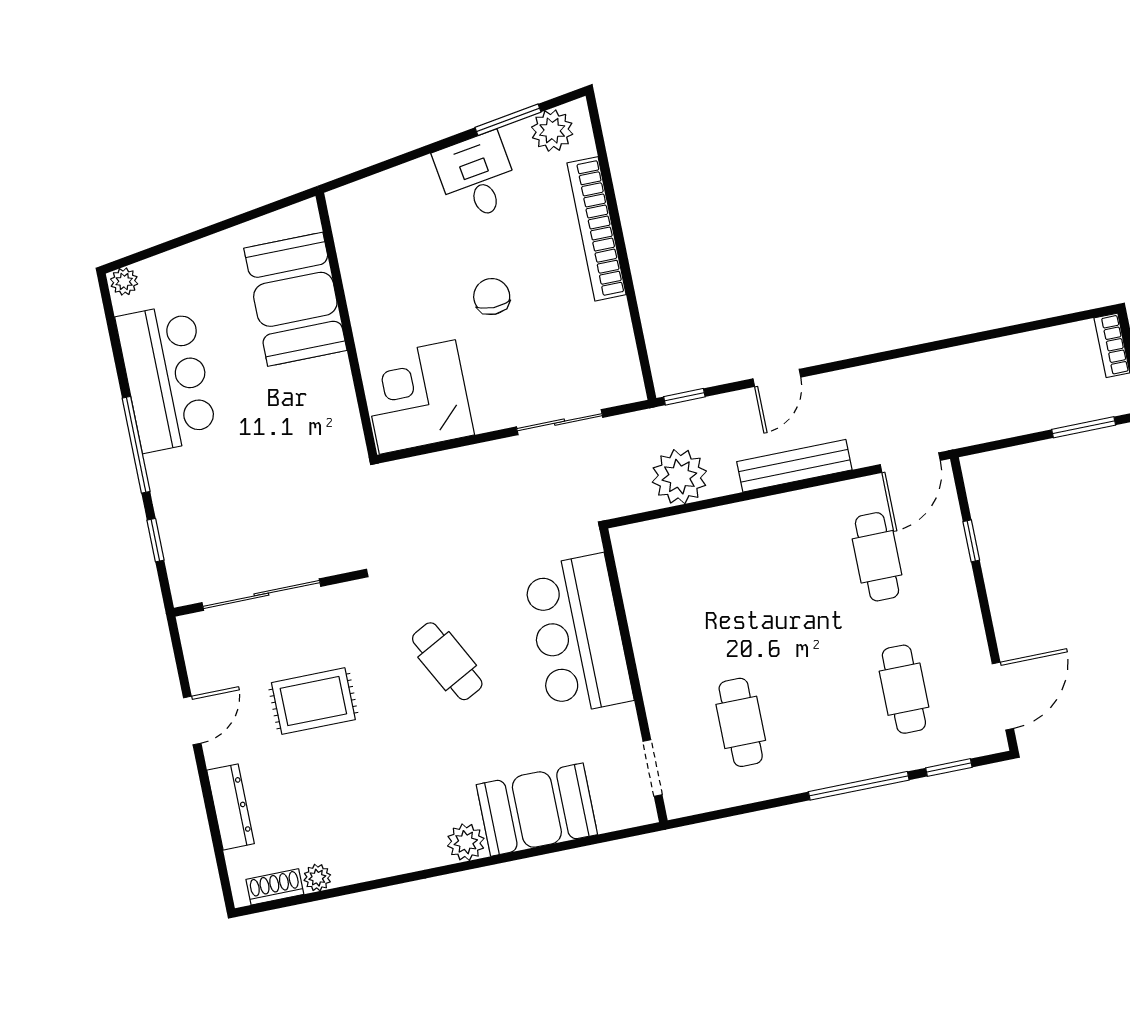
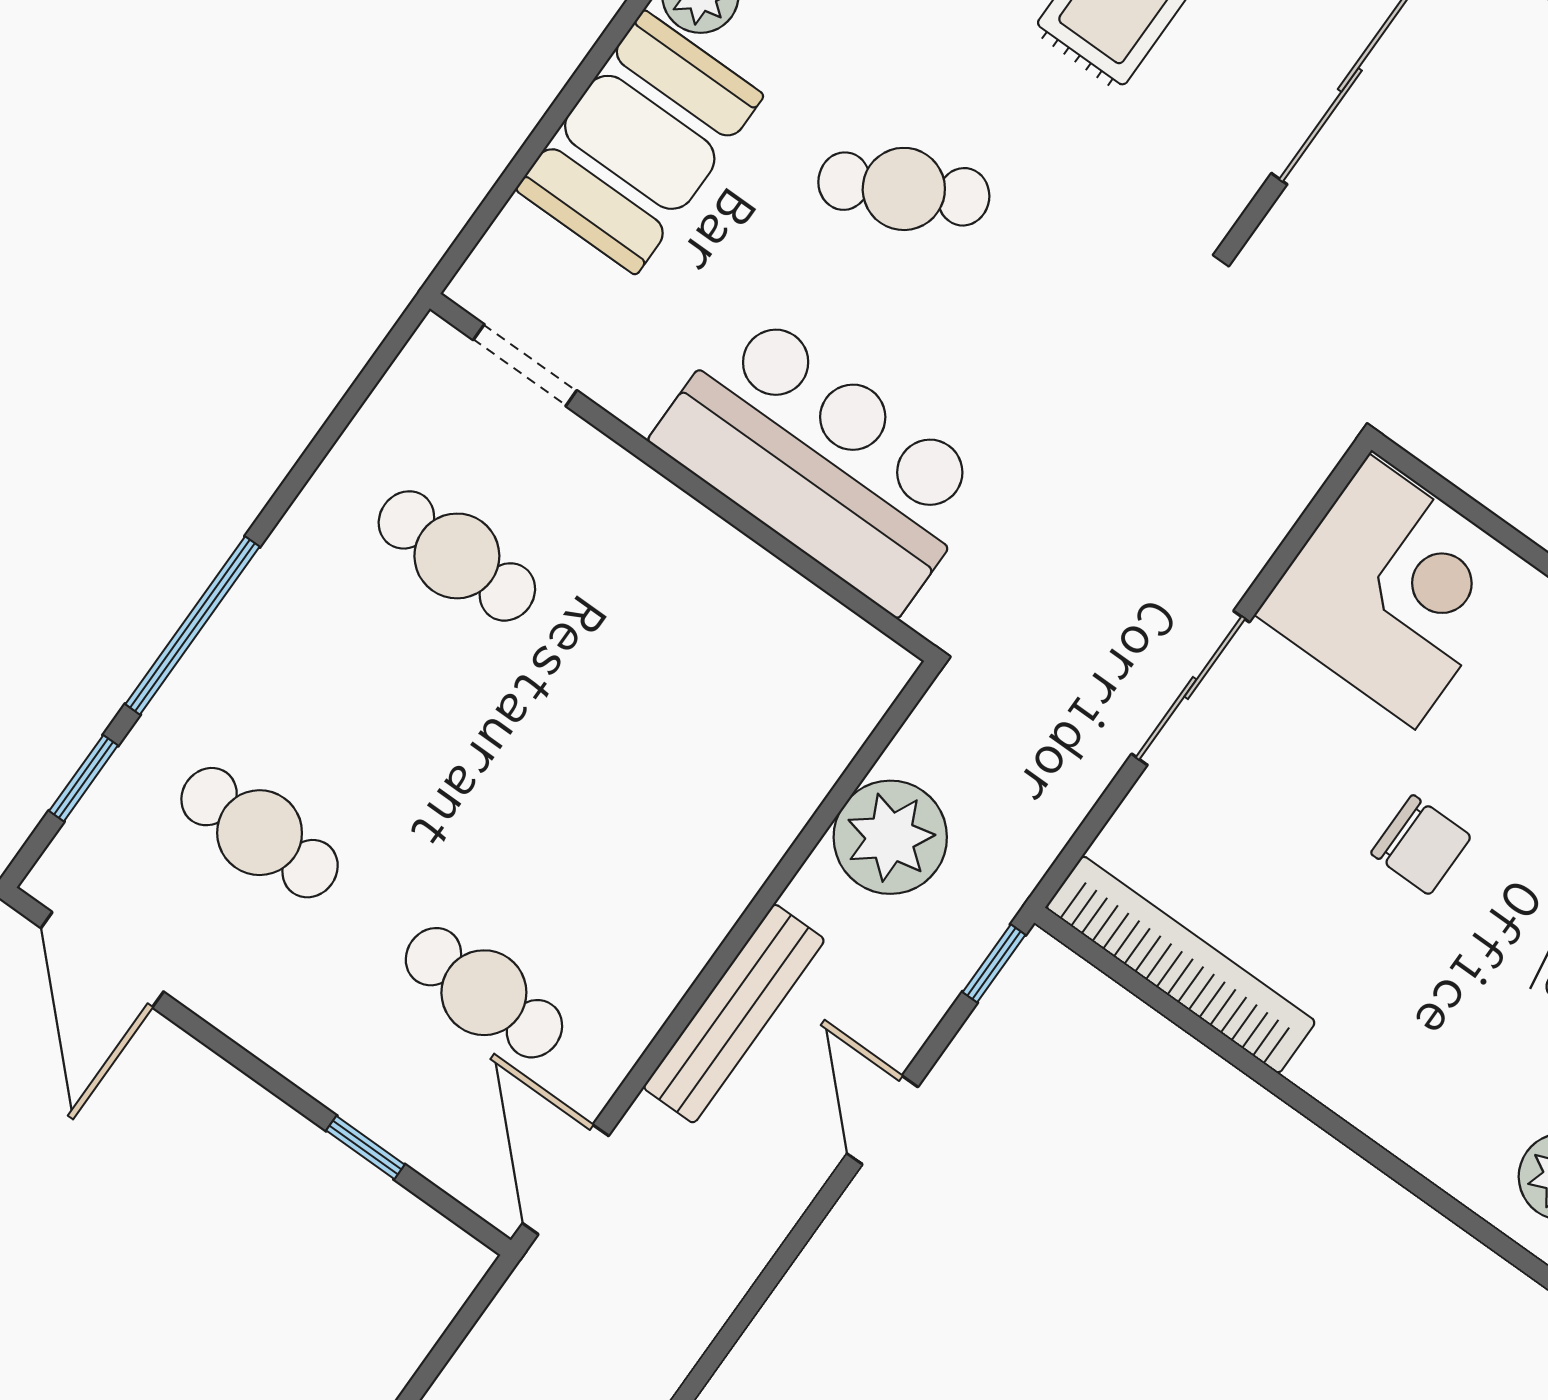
bookcase: (596, 229) -> (1181, 965), moved
sliding door: (560, 422) -> (1190, 688), moved
cafe table: (447, 661) -> (904, 189), moved

